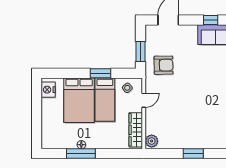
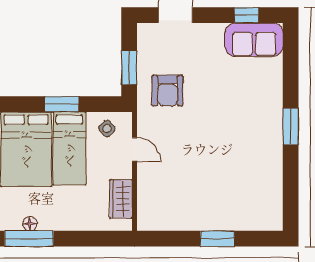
armchair: (164, 65) -> (168, 91), turned 91
door: (144, 100) -> (134, 149), hinge flipped
wardrobe: (136, 130) -> (121, 199), width x0.67
plant: (152, 141) -> (148, 218), removed

